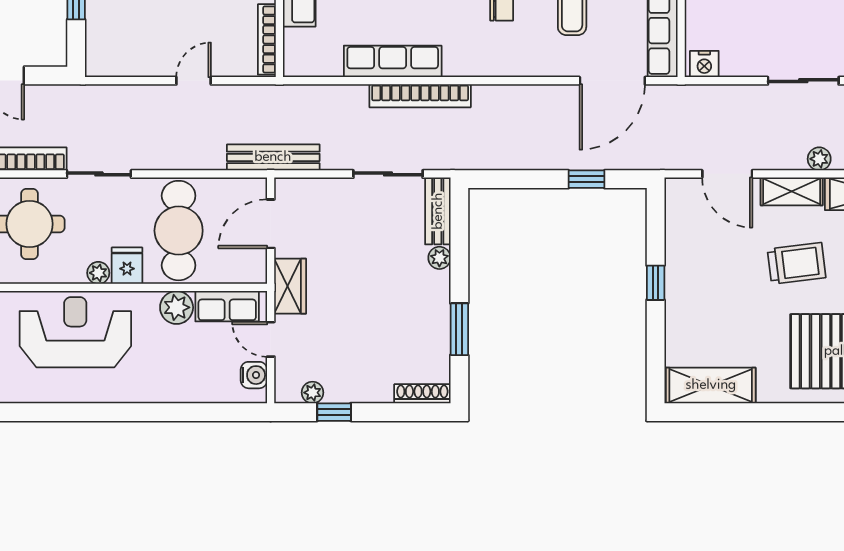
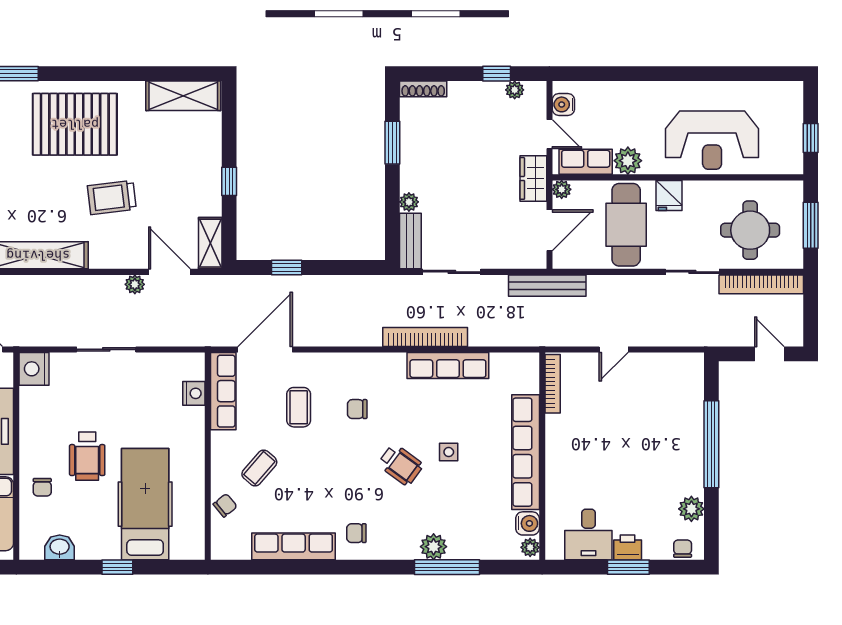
nightstand: (704, 64) -> (194, 393), moved, turned 90
plant: (819, 159) -> (135, 284), moved
shelving: (792, 191) -> (210, 243), moved, turned 90
plant: (98, 273) -> (562, 189), moved

